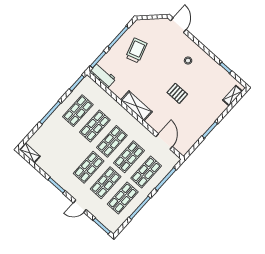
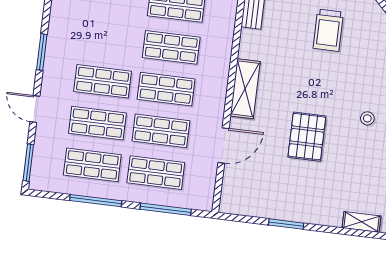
trolley: (136, 50) -> (328, 30), turned 108
pallet: (177, 93) -> (307, 137), width x1.50, depth x1.42
door: (164, 142) -> (223, 146), moved

